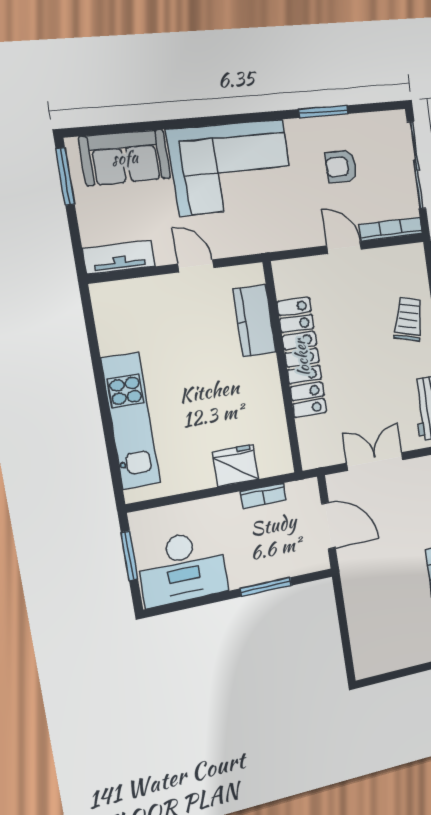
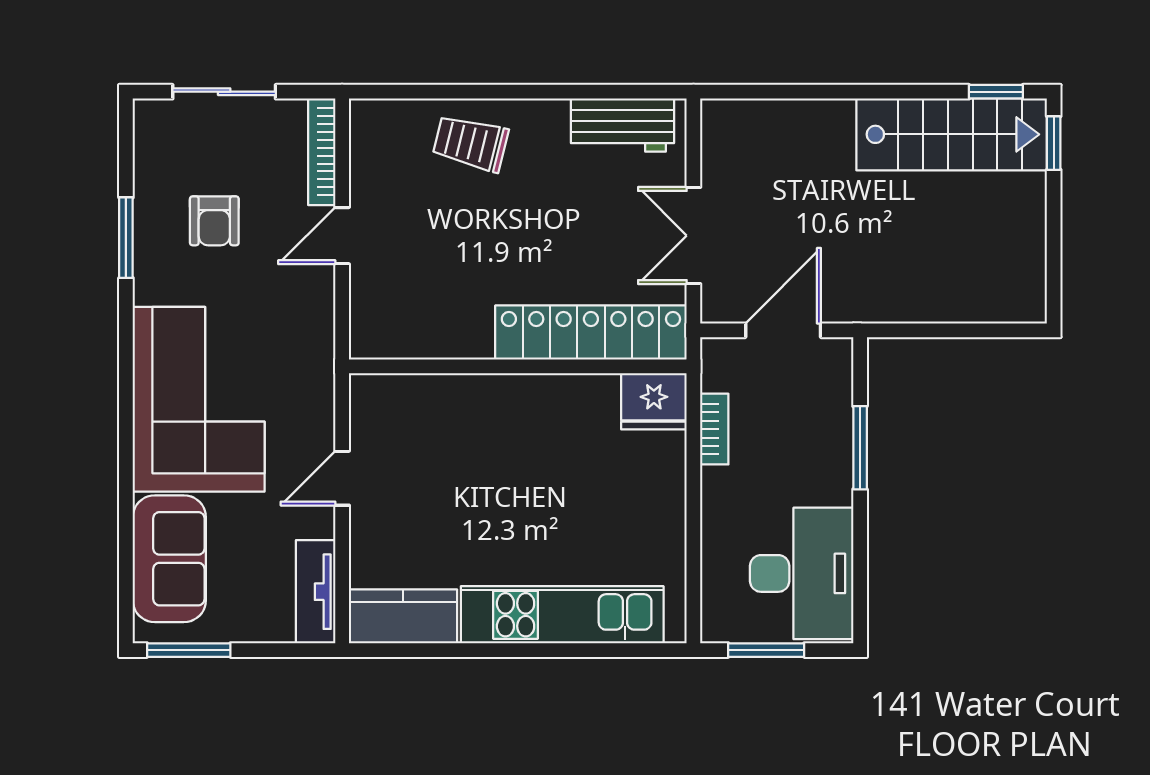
sliding door: (417, 165) -> (224, 92), width x0.73
kitchen counter: (254, 321) -> (403, 616), moved, turned 180
locker: (302, 358) -> (591, 333), moved
fridge: (235, 466) -> (654, 401), moved, turned -90

